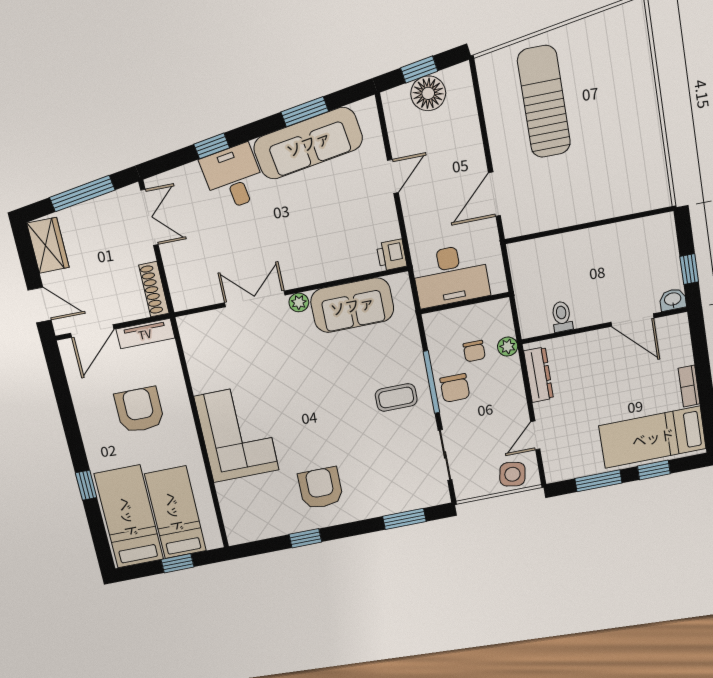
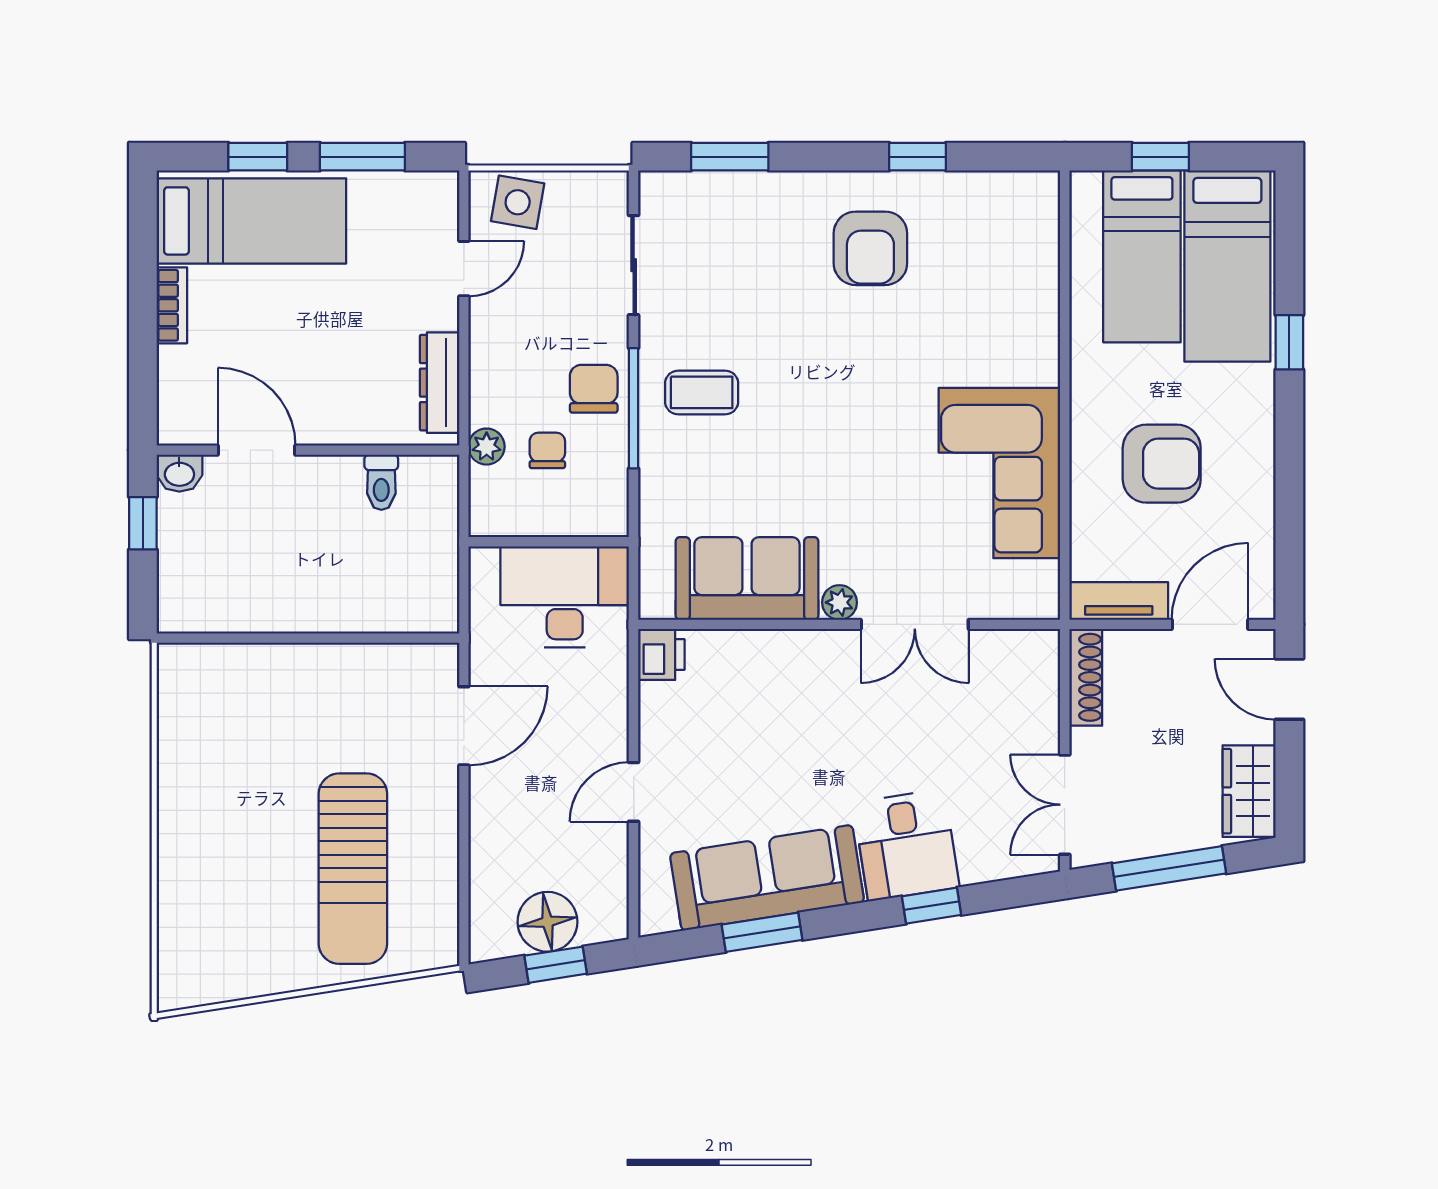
armchair: (139, 410) -> (1162, 464), turned -90
corner sofa: (237, 433) -> (999, 473), moved

